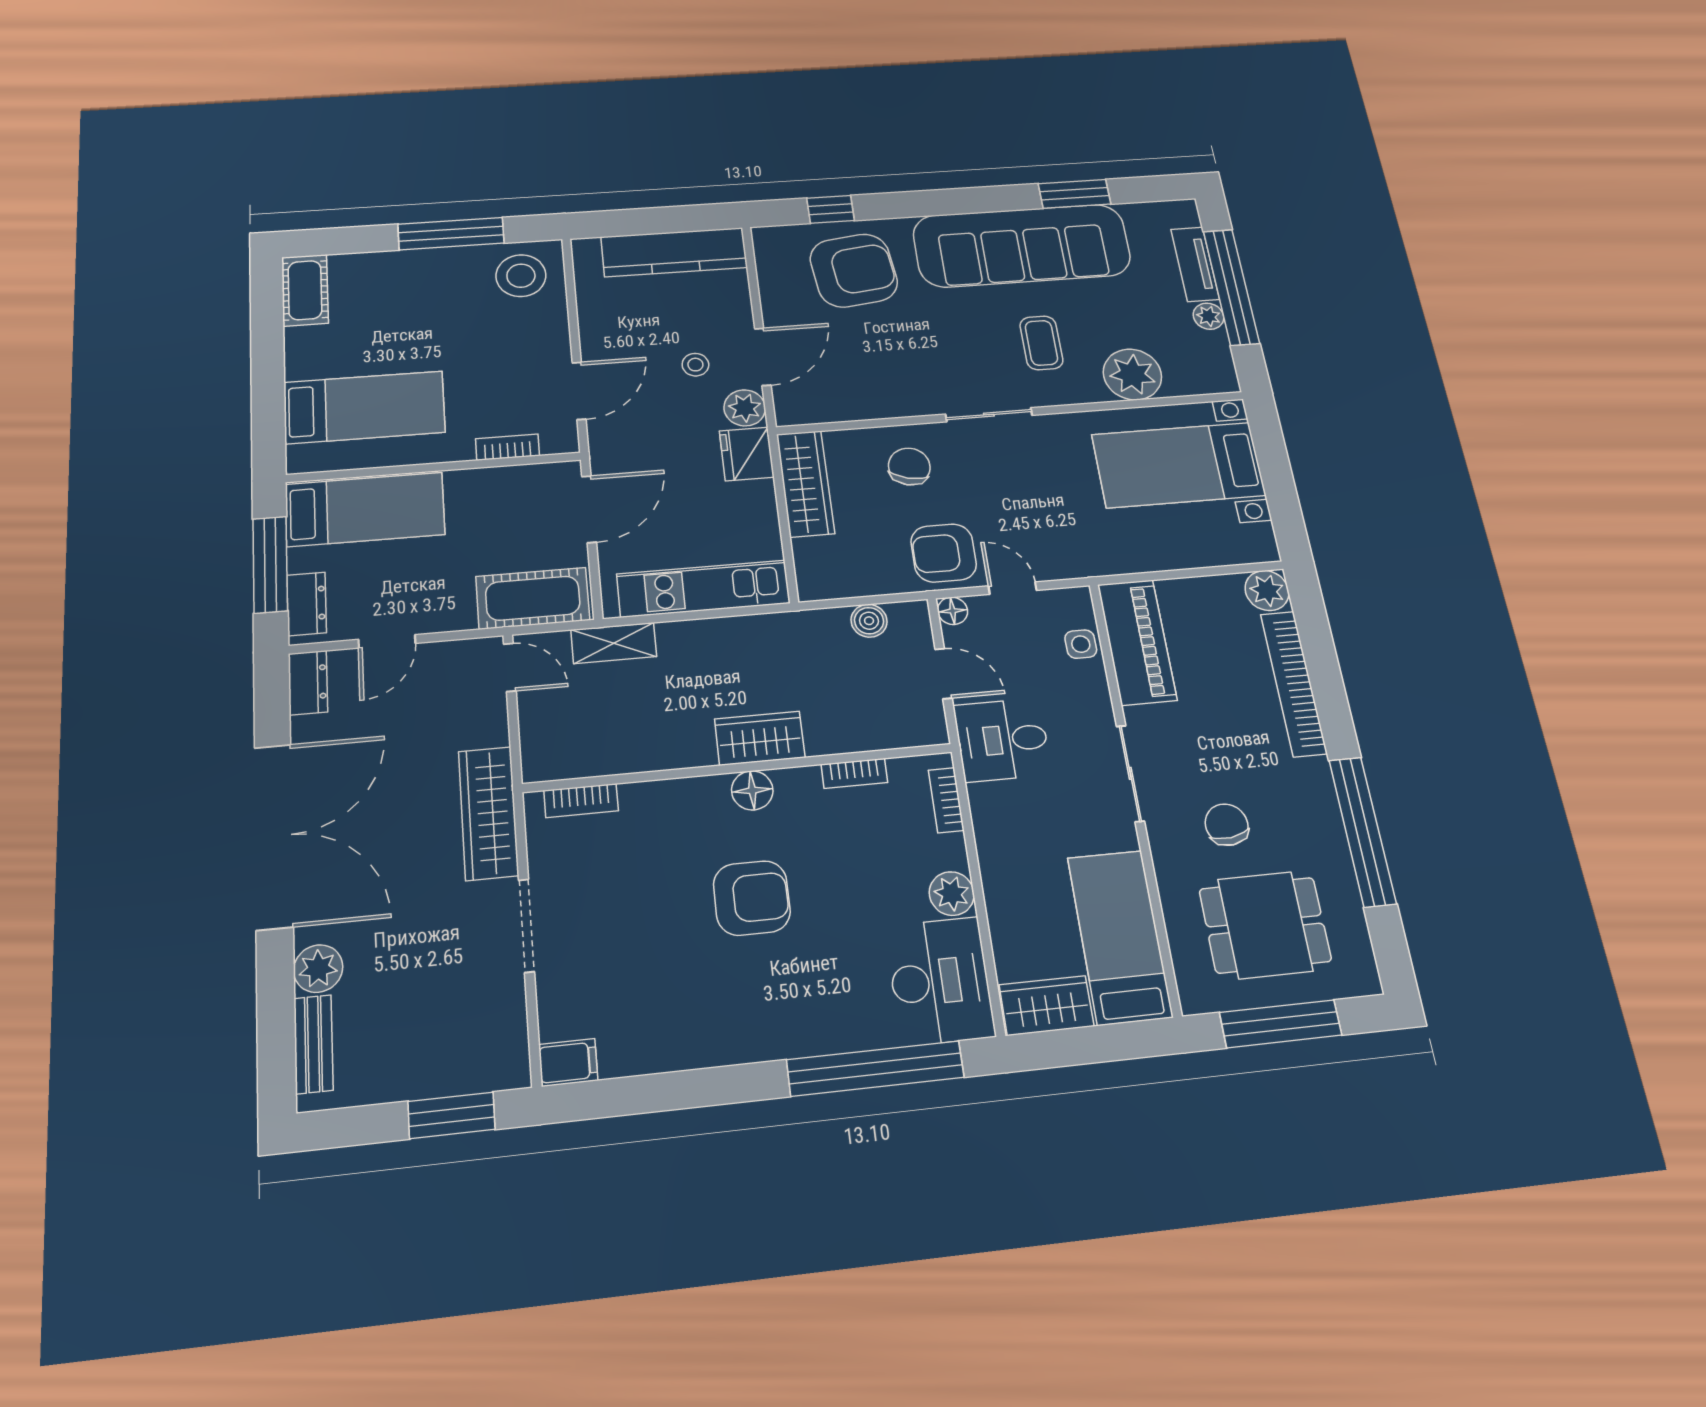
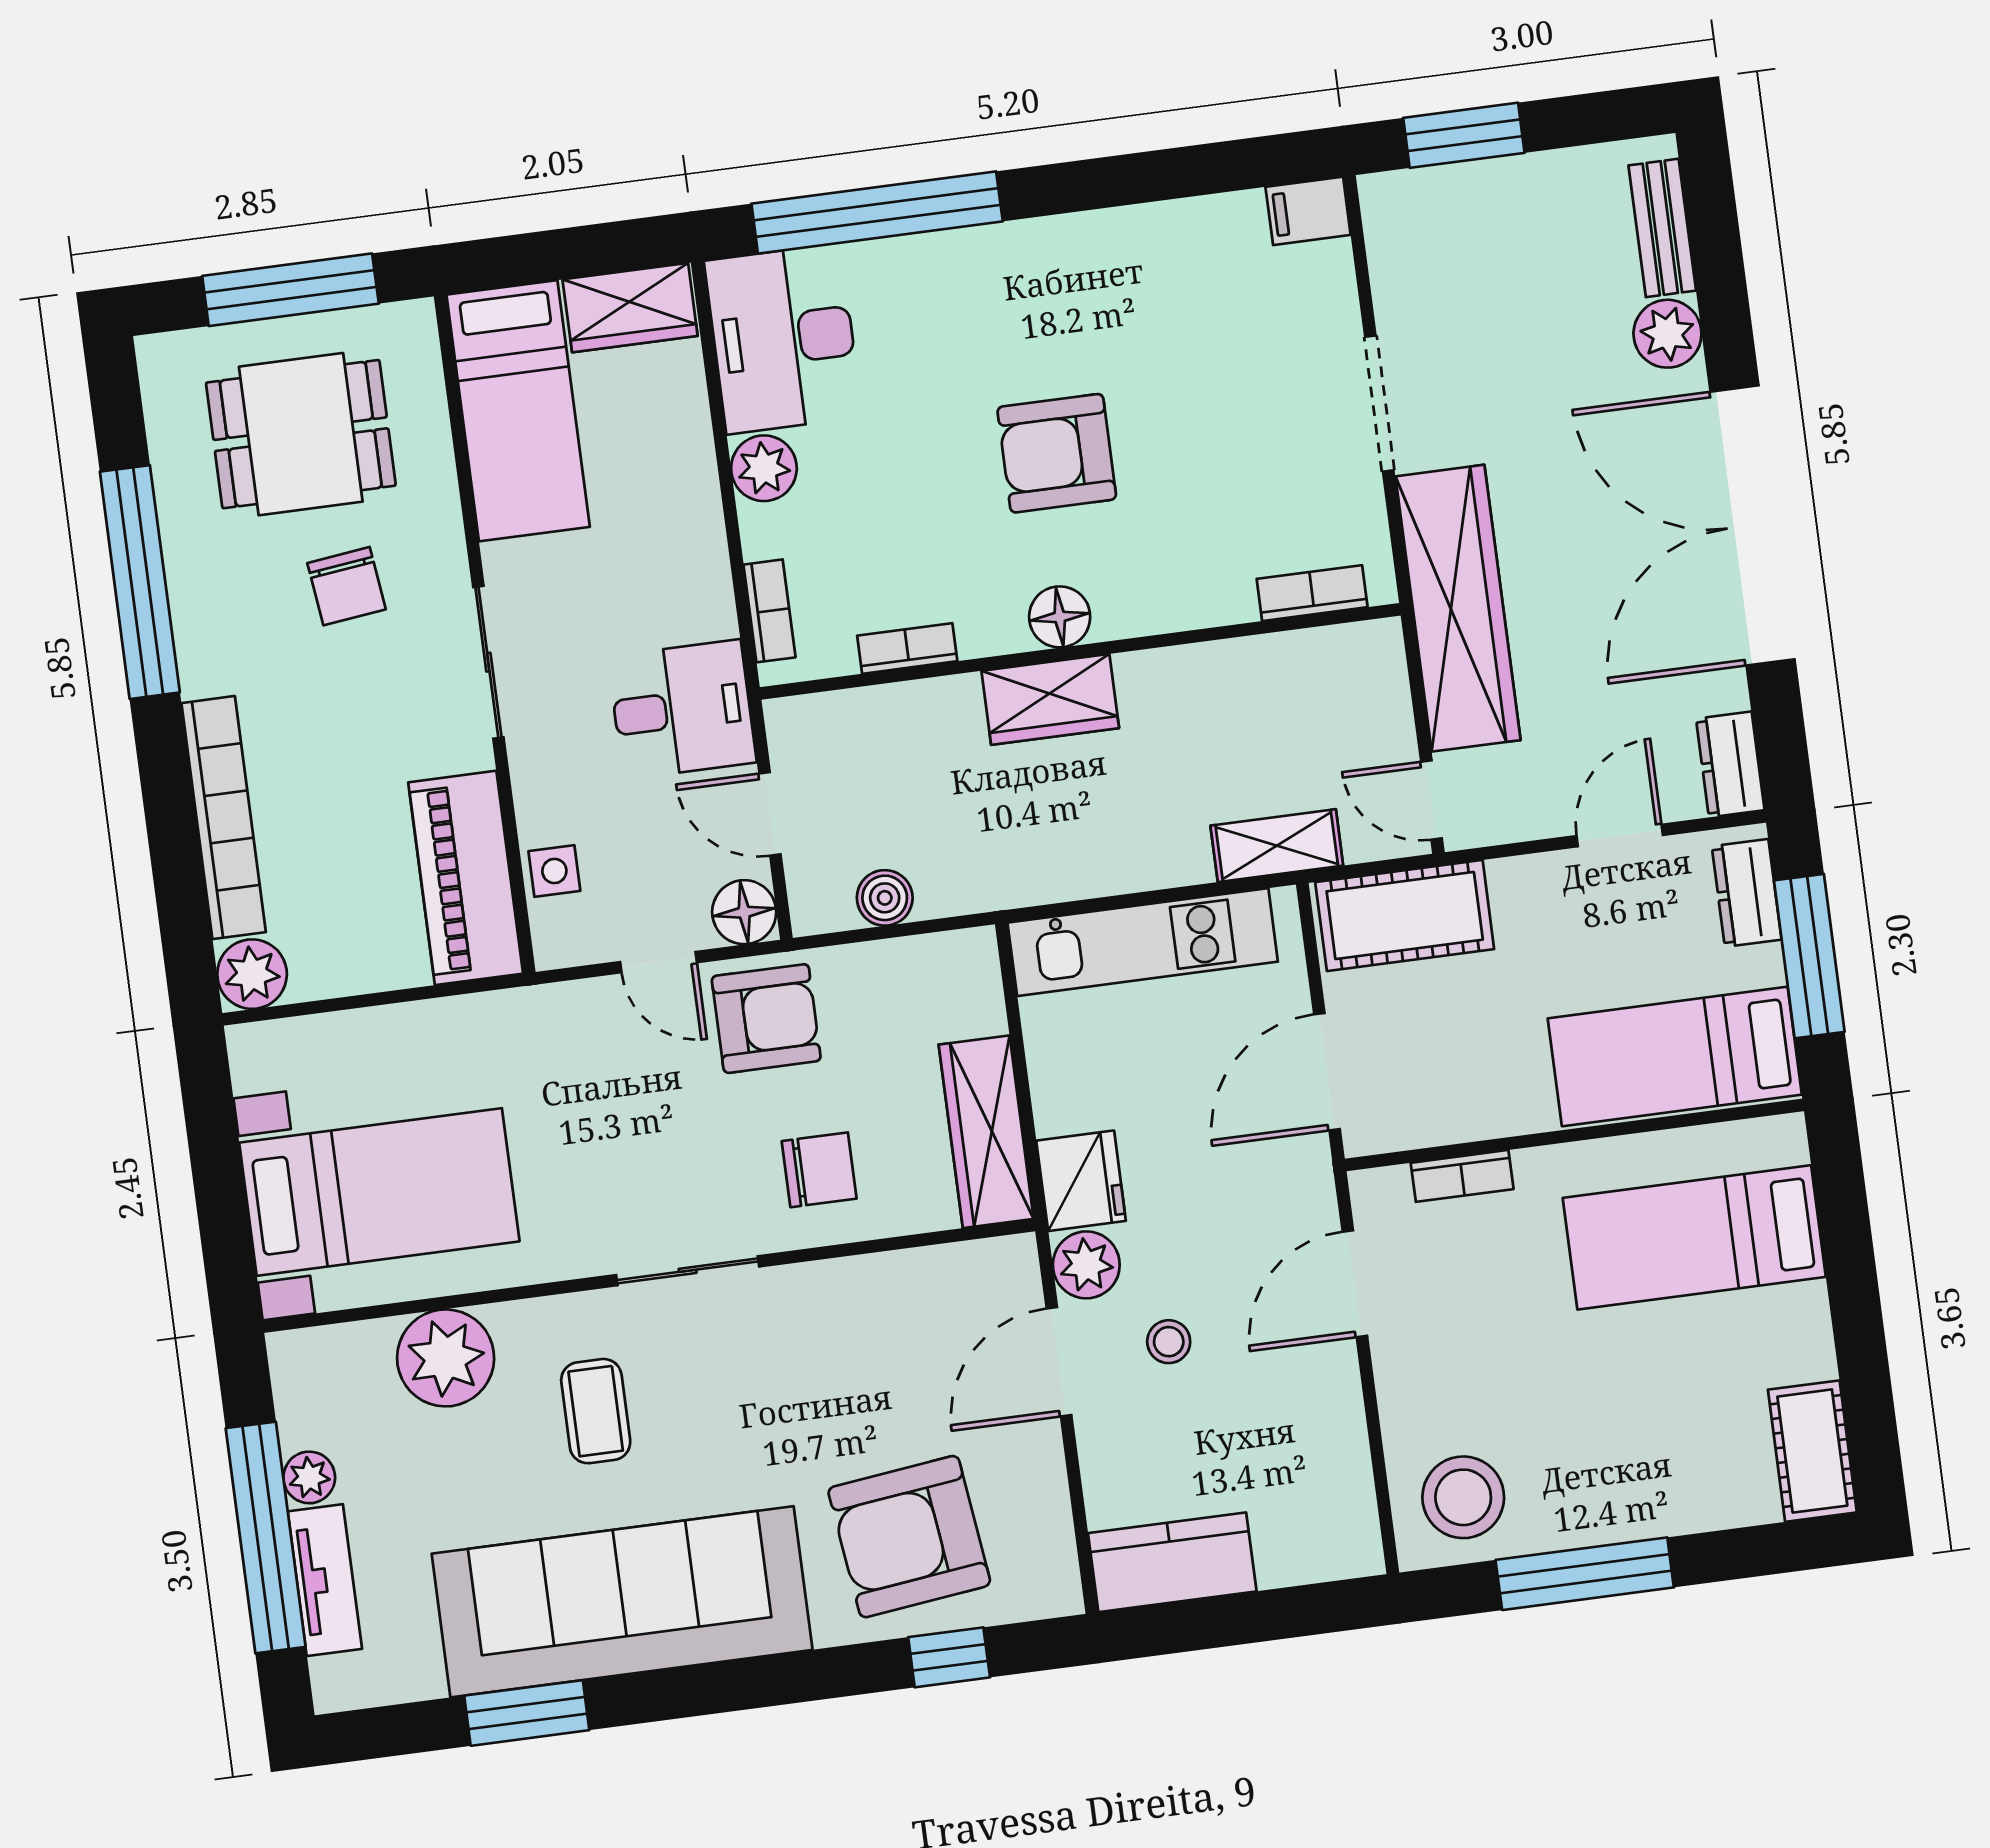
kitchen counter: (674, 252) -> (1172, 1562), width x0.67
chair: (909, 466) -> (819, 1170), turned -104
floor lamp: (953, 611) -> (744, 912), width x1.37, depth x1.37
wardrobe: (488, 813) -> (1458, 608), width x1.40, depth x1.17

